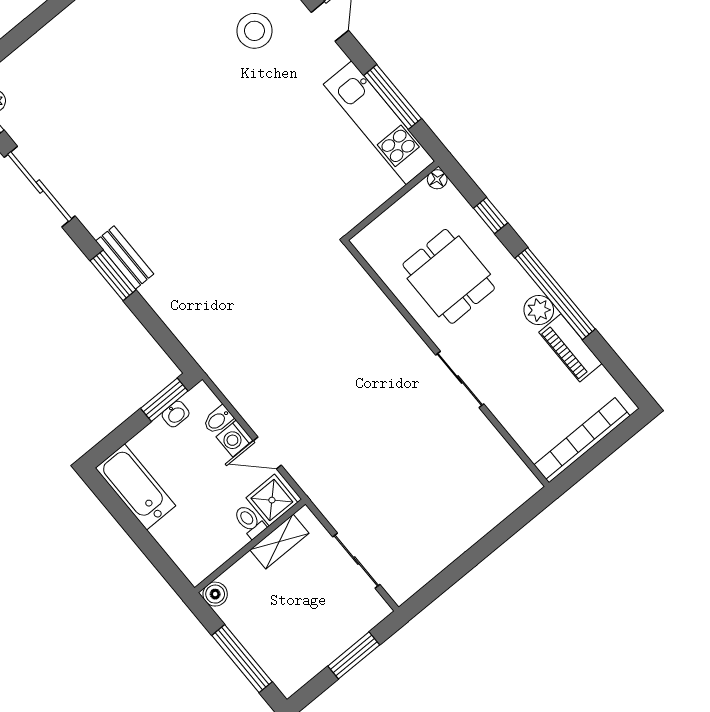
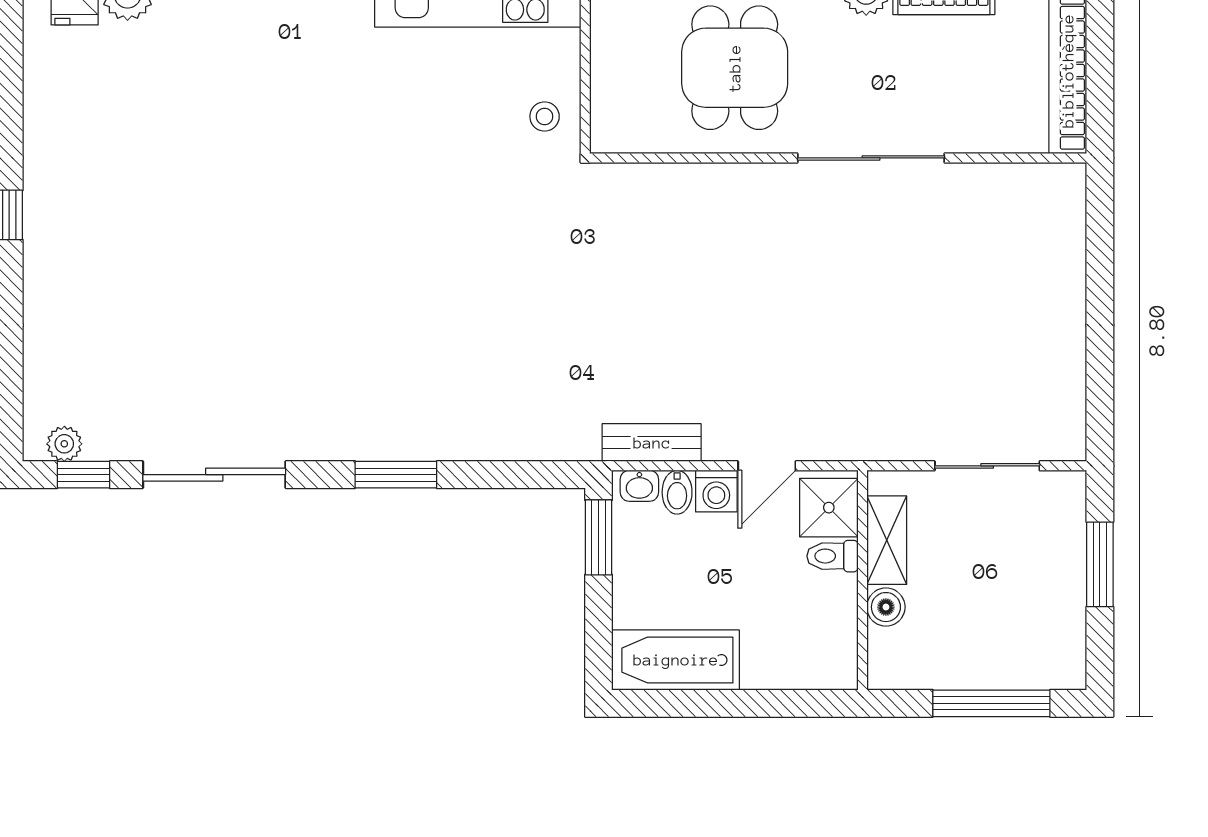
stool: (254, 31) -> (545, 116), moved, width x0.53, depth x0.53
bench: (125, 257) -> (652, 443), moved
dining table: (449, 276) -> (735, 68), turned 90
sliding door: (460, 379) -> (871, 158), width x1.37
washbasin: (176, 414) -> (639, 486), moved, turned 90
boiler: (215, 594) -> (886, 607), moved

